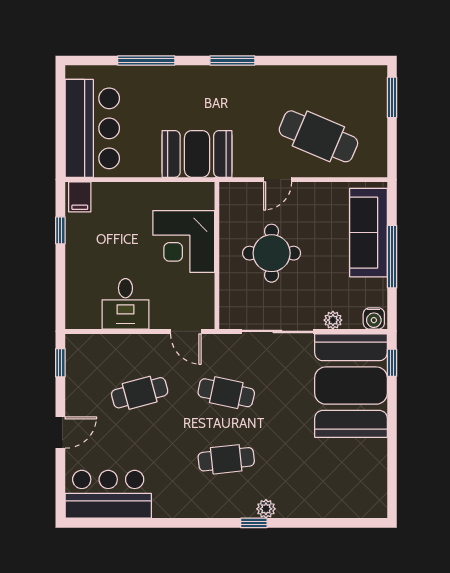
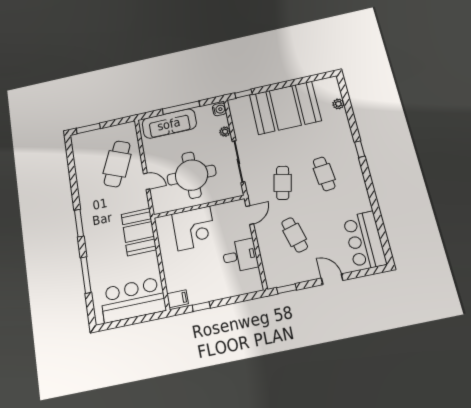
round table: (272, 253) -> (192, 175), width x1.36, depth x1.36
booth: (351, 386) -> (285, 108), moved
plant: (266, 509) -> (338, 104), moved

